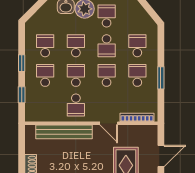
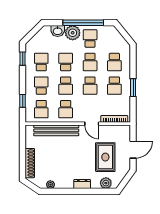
school desk: (137, 46) -> (114, 62), turned 180
window: (22, 63) -> (23, 59), moved
school desk: (76, 75) -> (66, 86), turned 180
school desk: (107, 75) -> (90, 86), turned 180
school desk: (137, 75) -> (114, 86), turned 180
school desk: (45, 105) -> (41, 109), added

